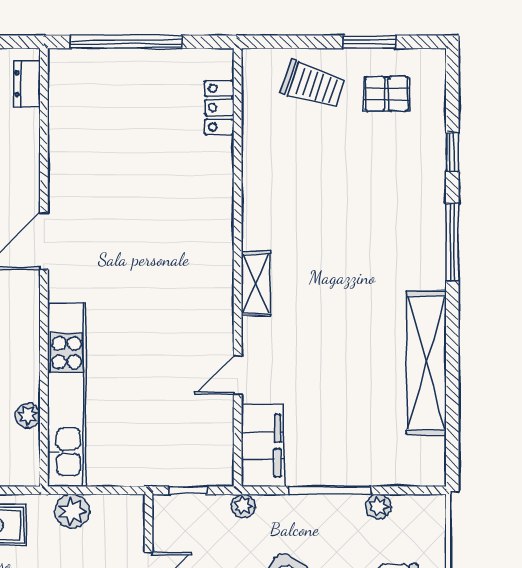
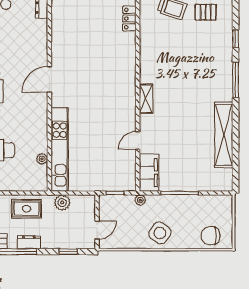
plant: (378, 507) -> (202, 200), removed

